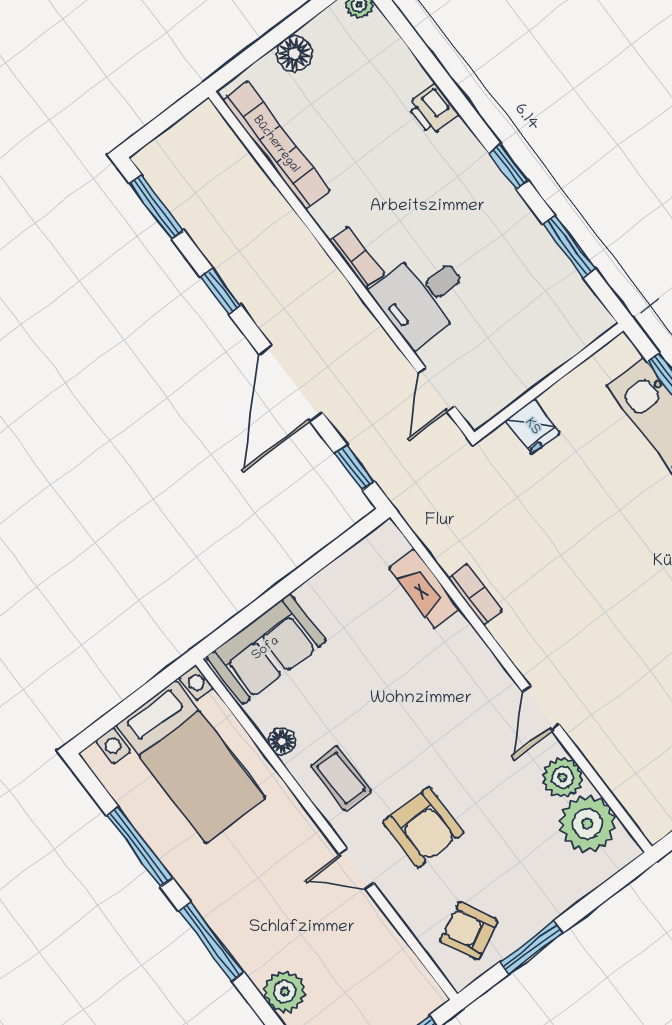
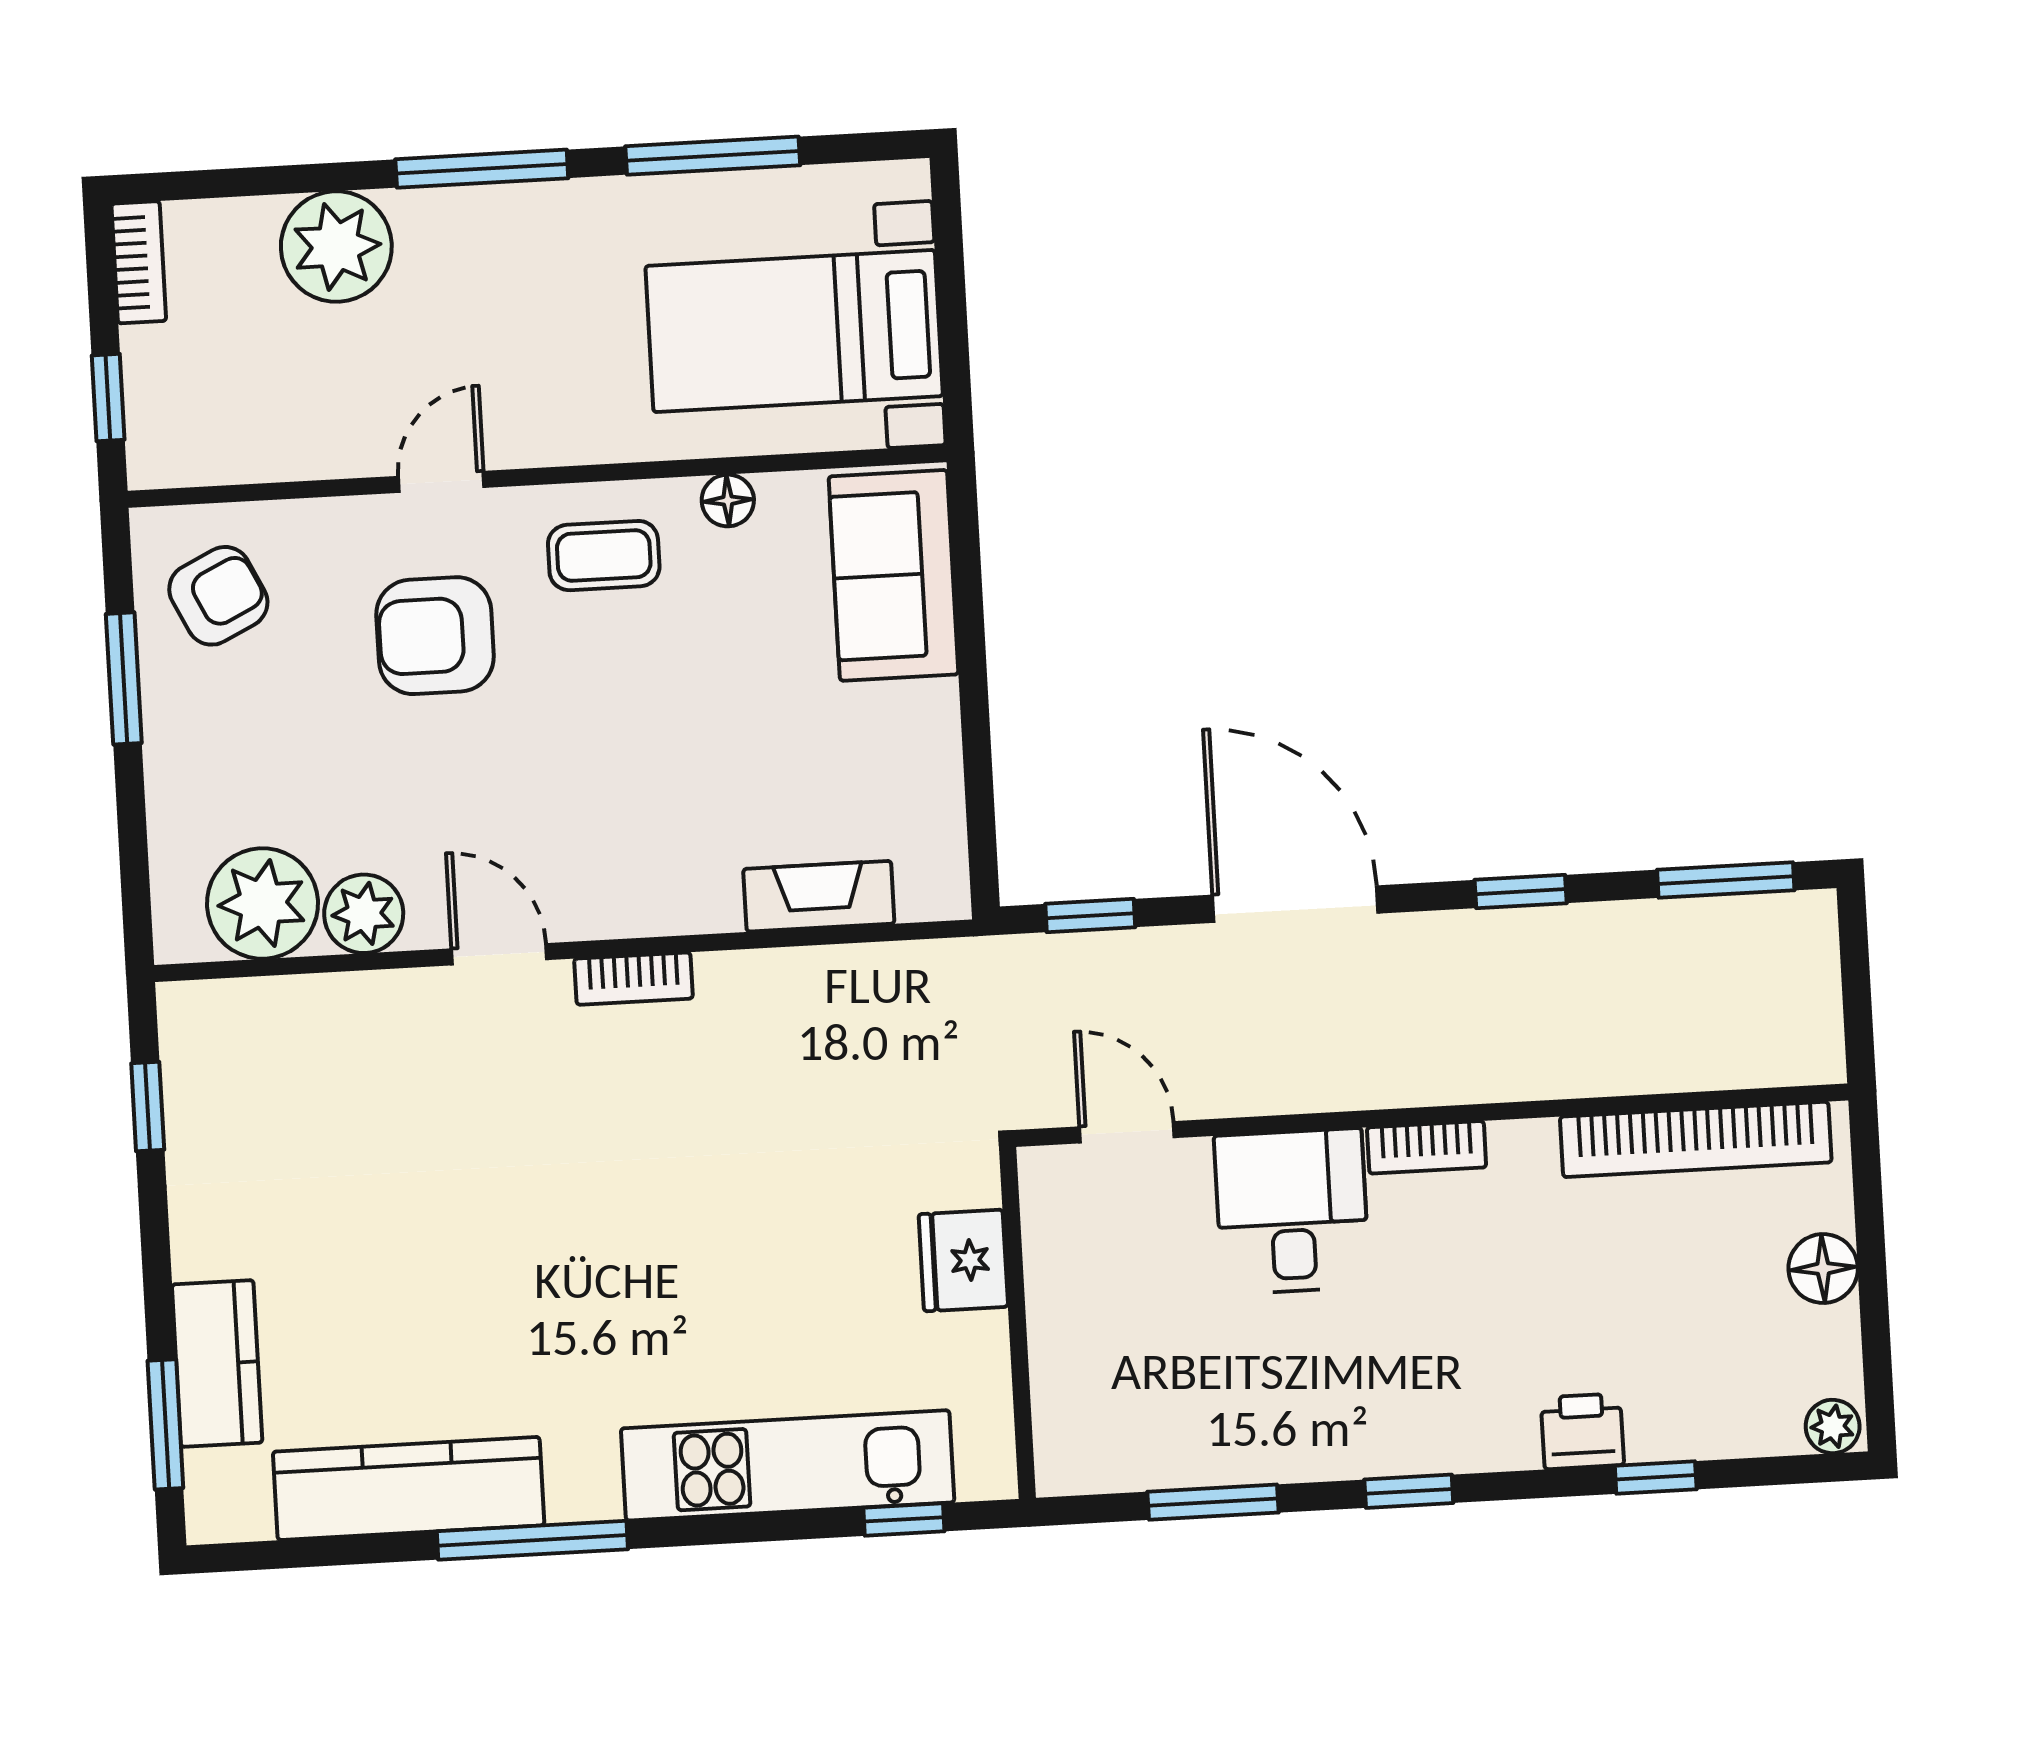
window: (431, 65) -> (1656, 1477), added
fridge: (532, 427) -> (963, 1260), width x1.38
bookcase: (475, 594) -> (633, 979), moved
plant: (285, 992) -> (336, 246), width x1.36, depth x1.36

